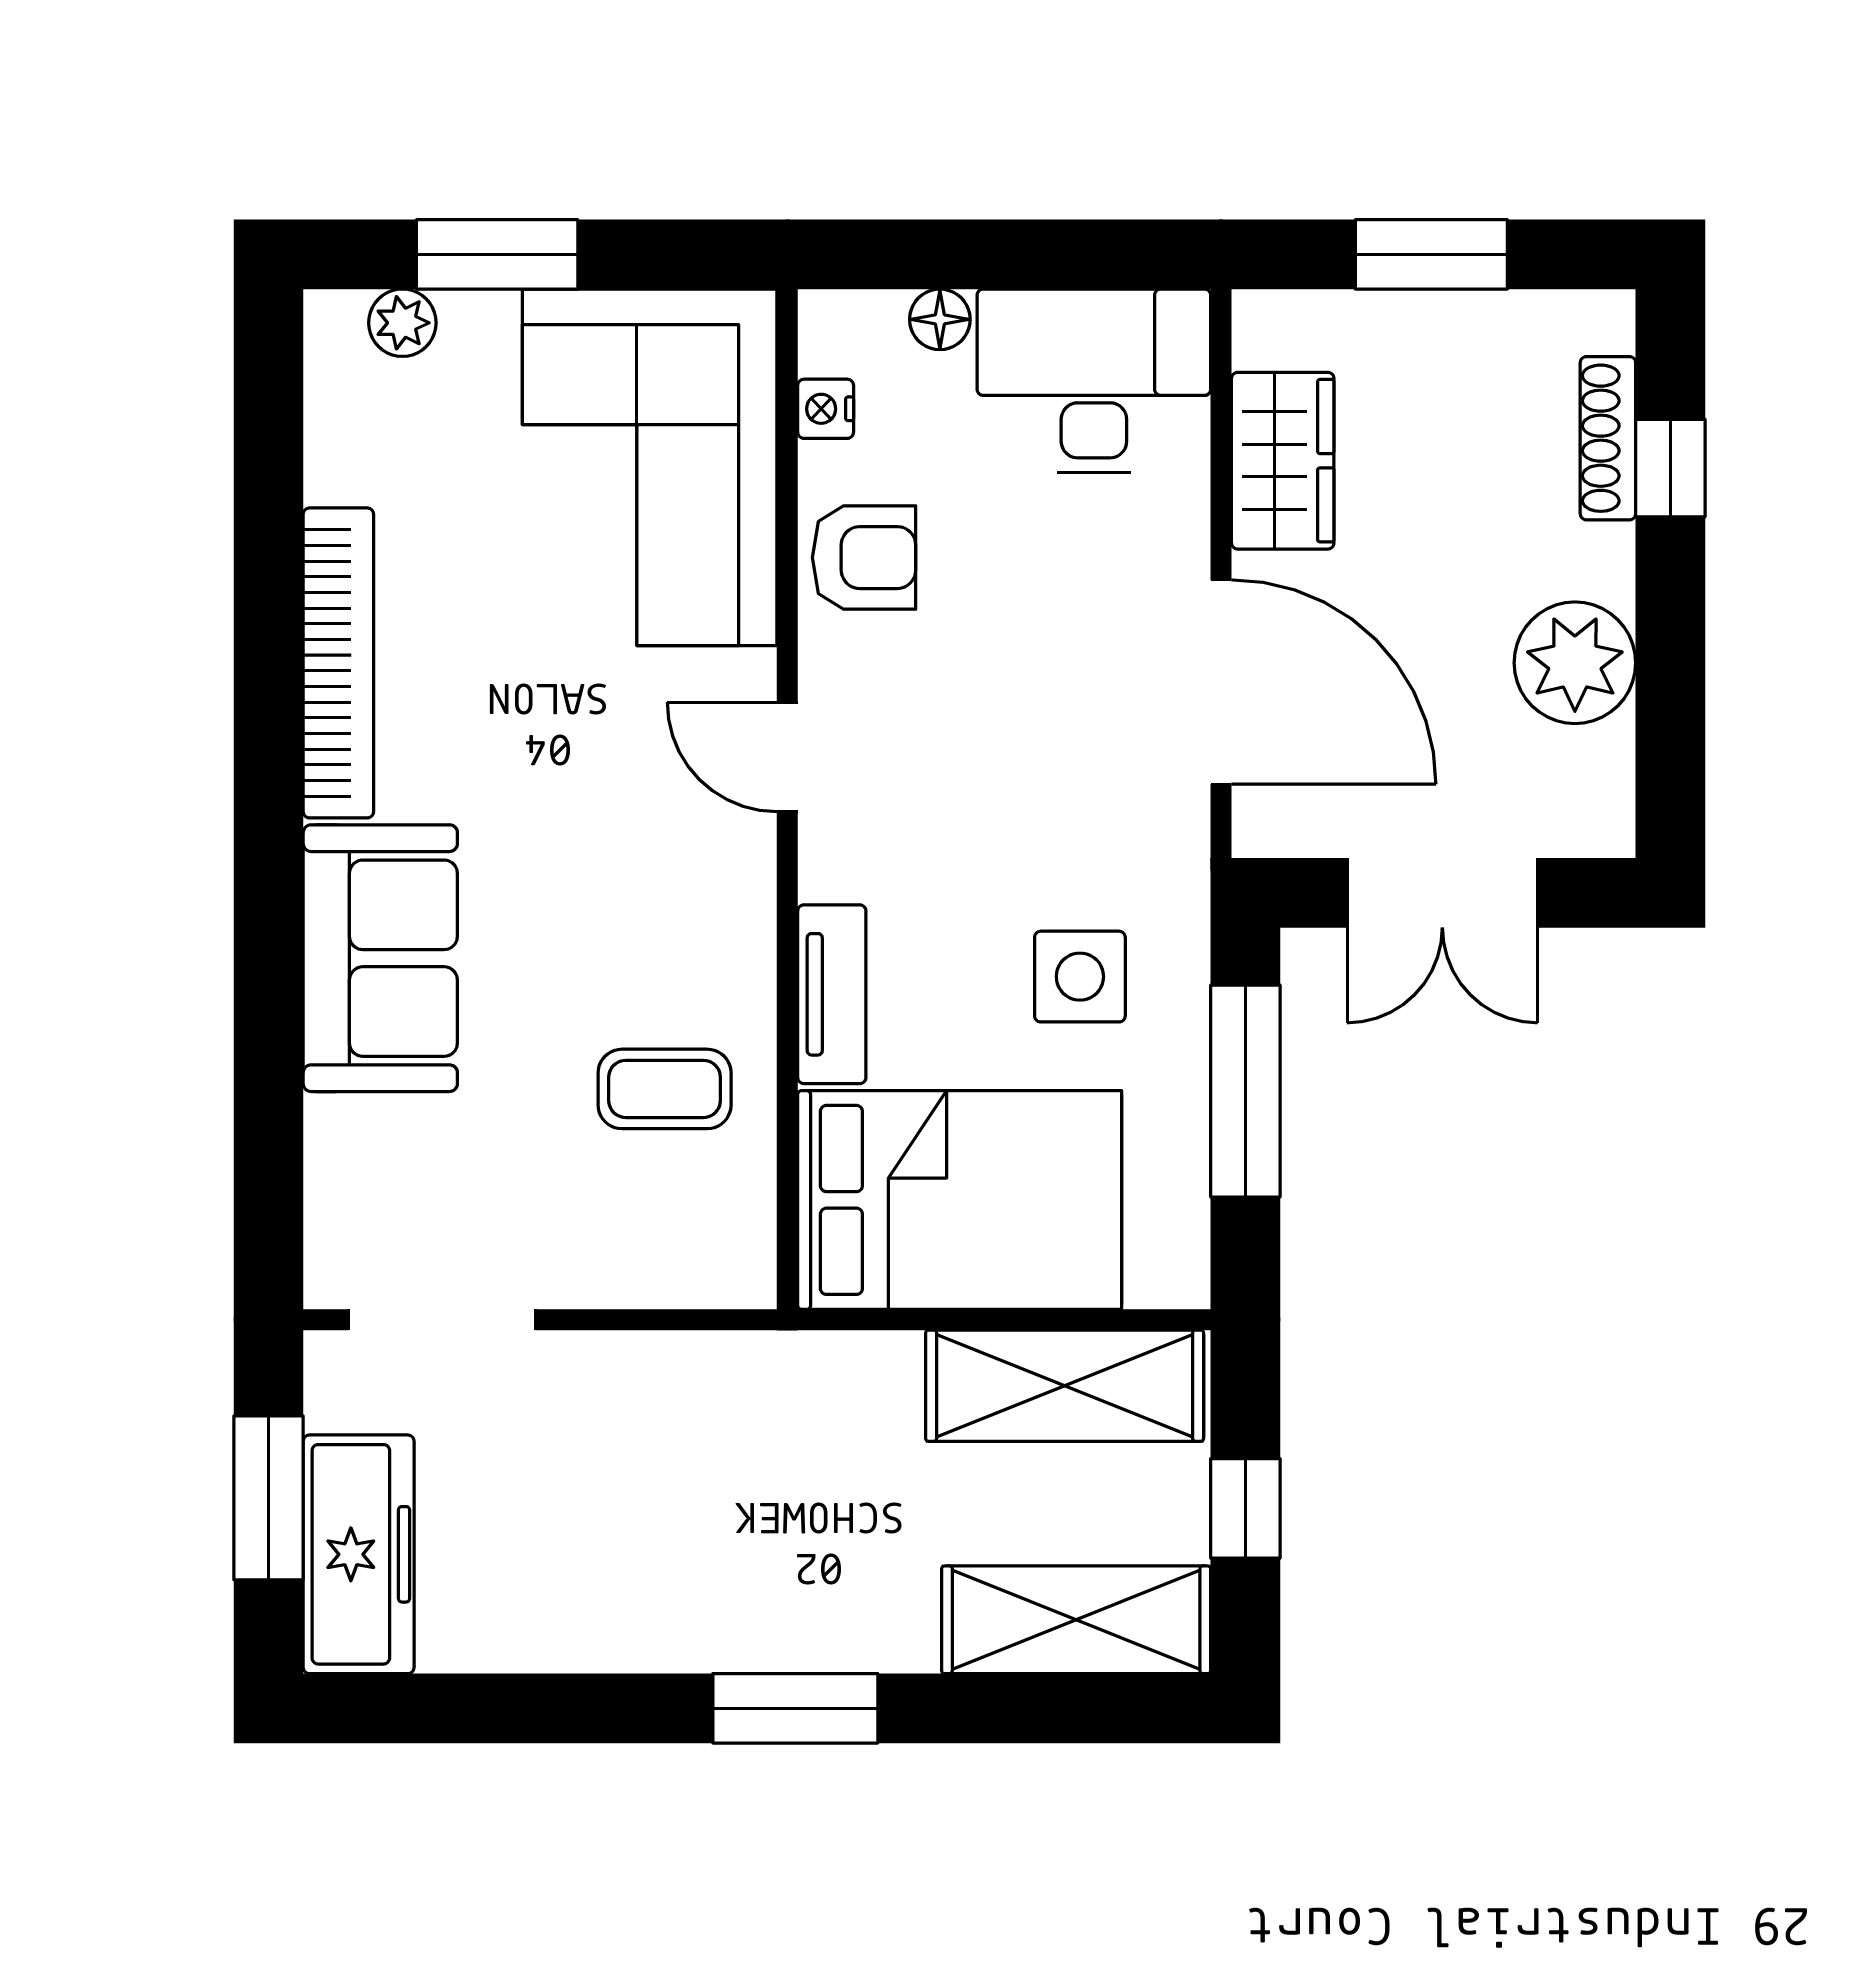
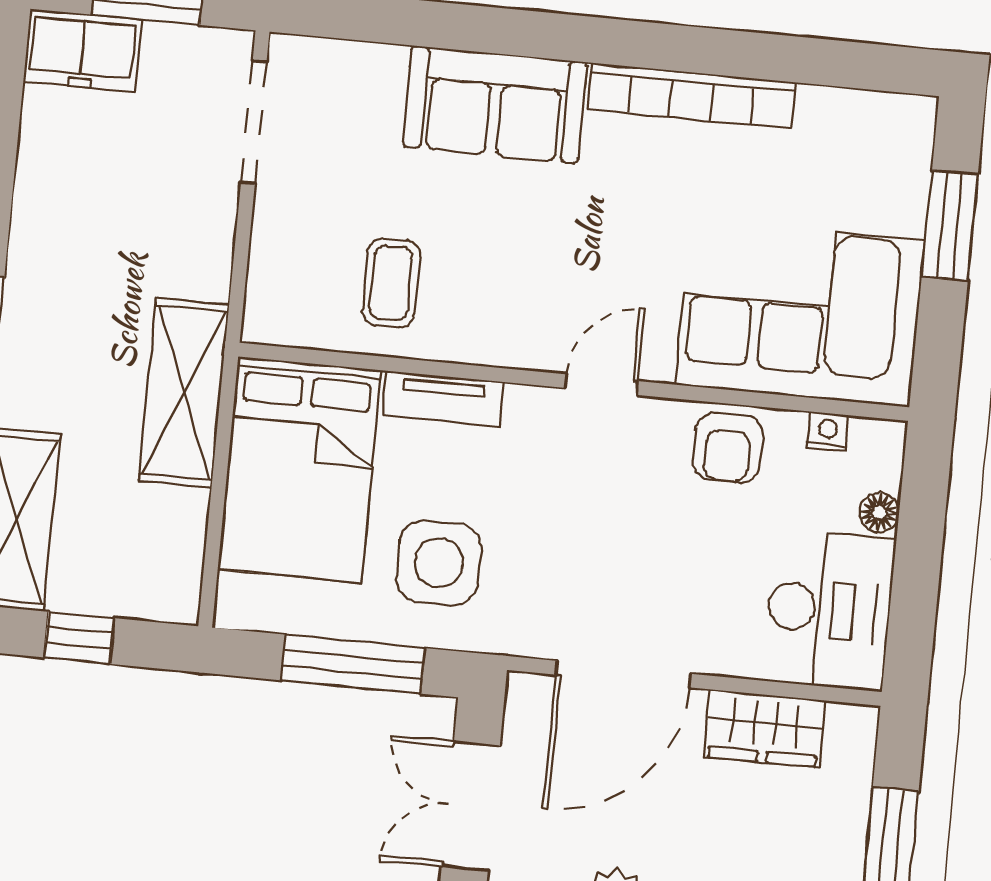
plant: (402, 323) -> (911, 159), removed
side table: (1080, 977) -> (439, 563), width x1.37, depth x1.37
shelving: (1065, 1386) -> (184, 393), moved
freezer: (359, 1554) -> (83, 50), width x0.71

